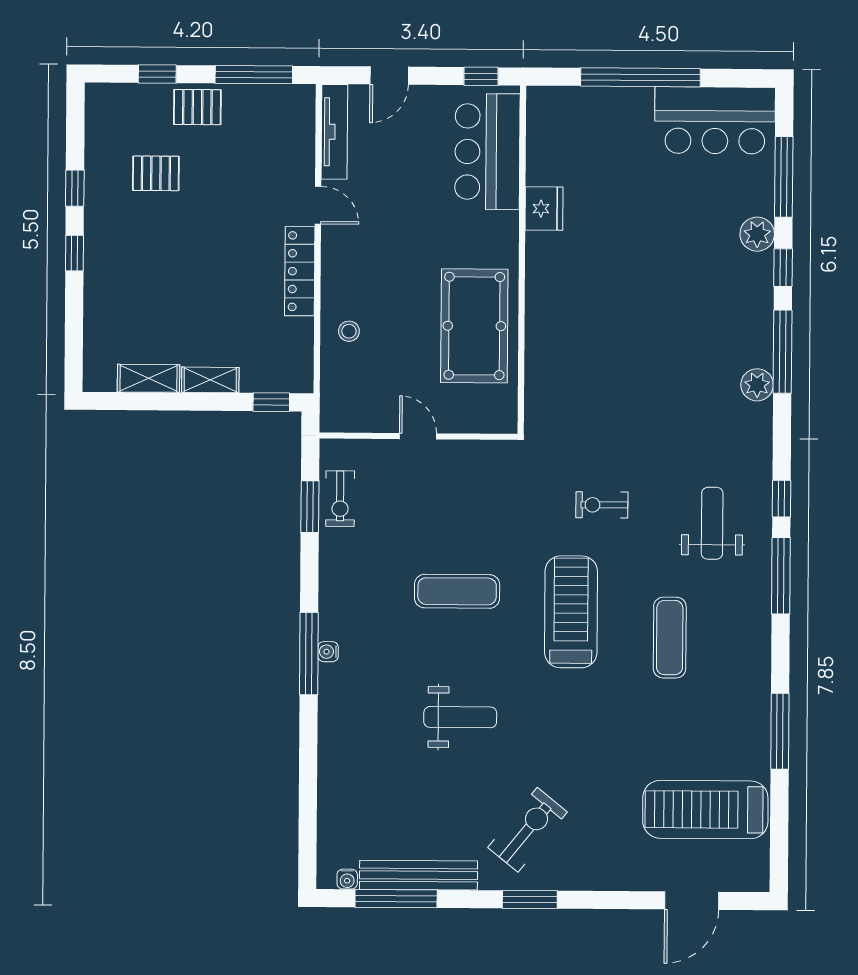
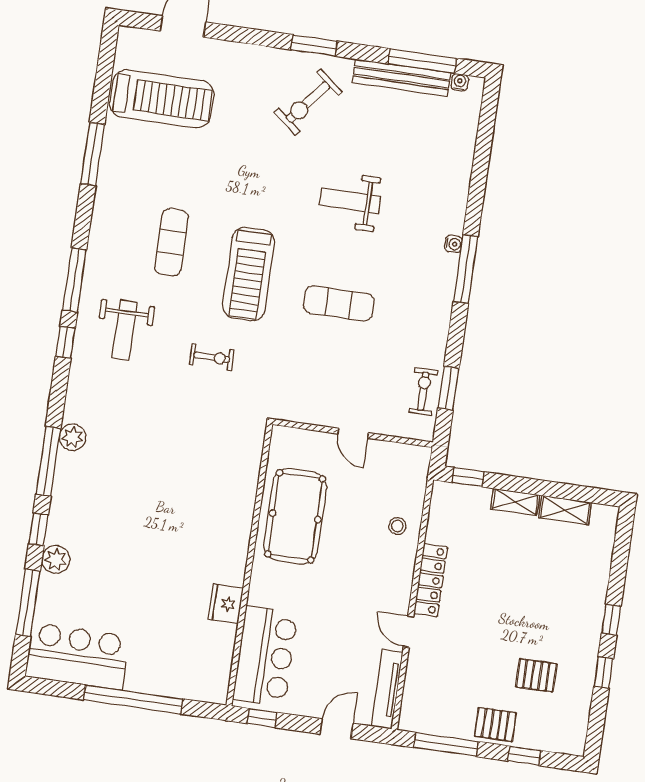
water cooler: (328, 652) -> (453, 244), moved

